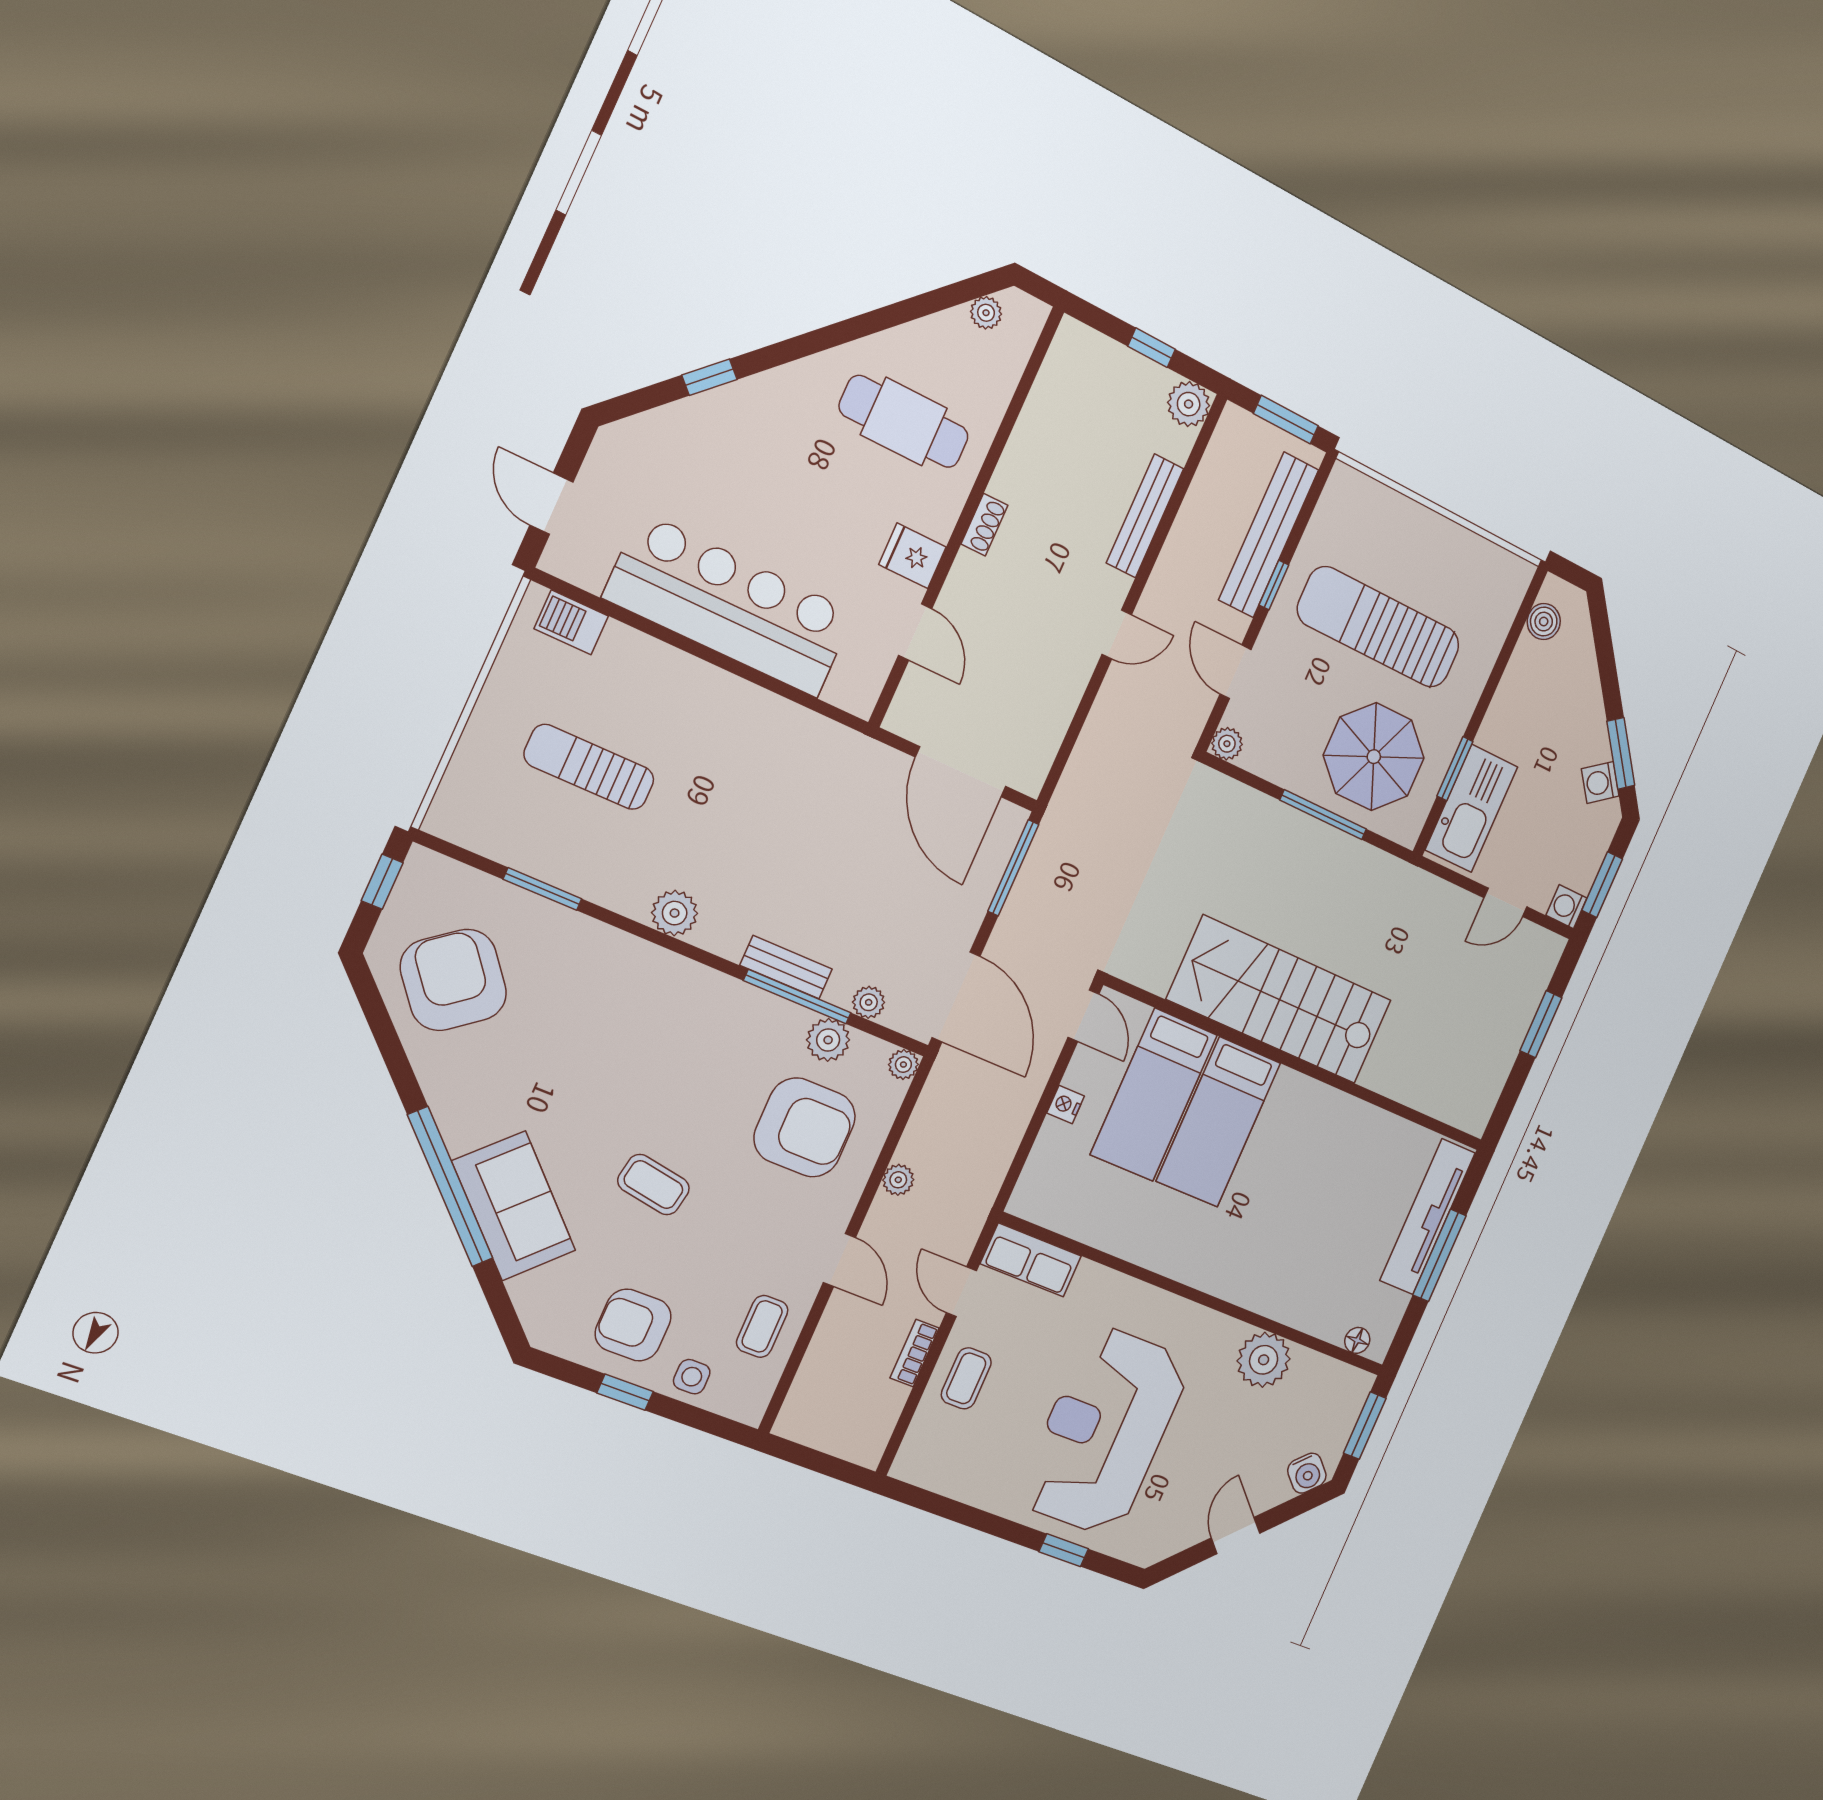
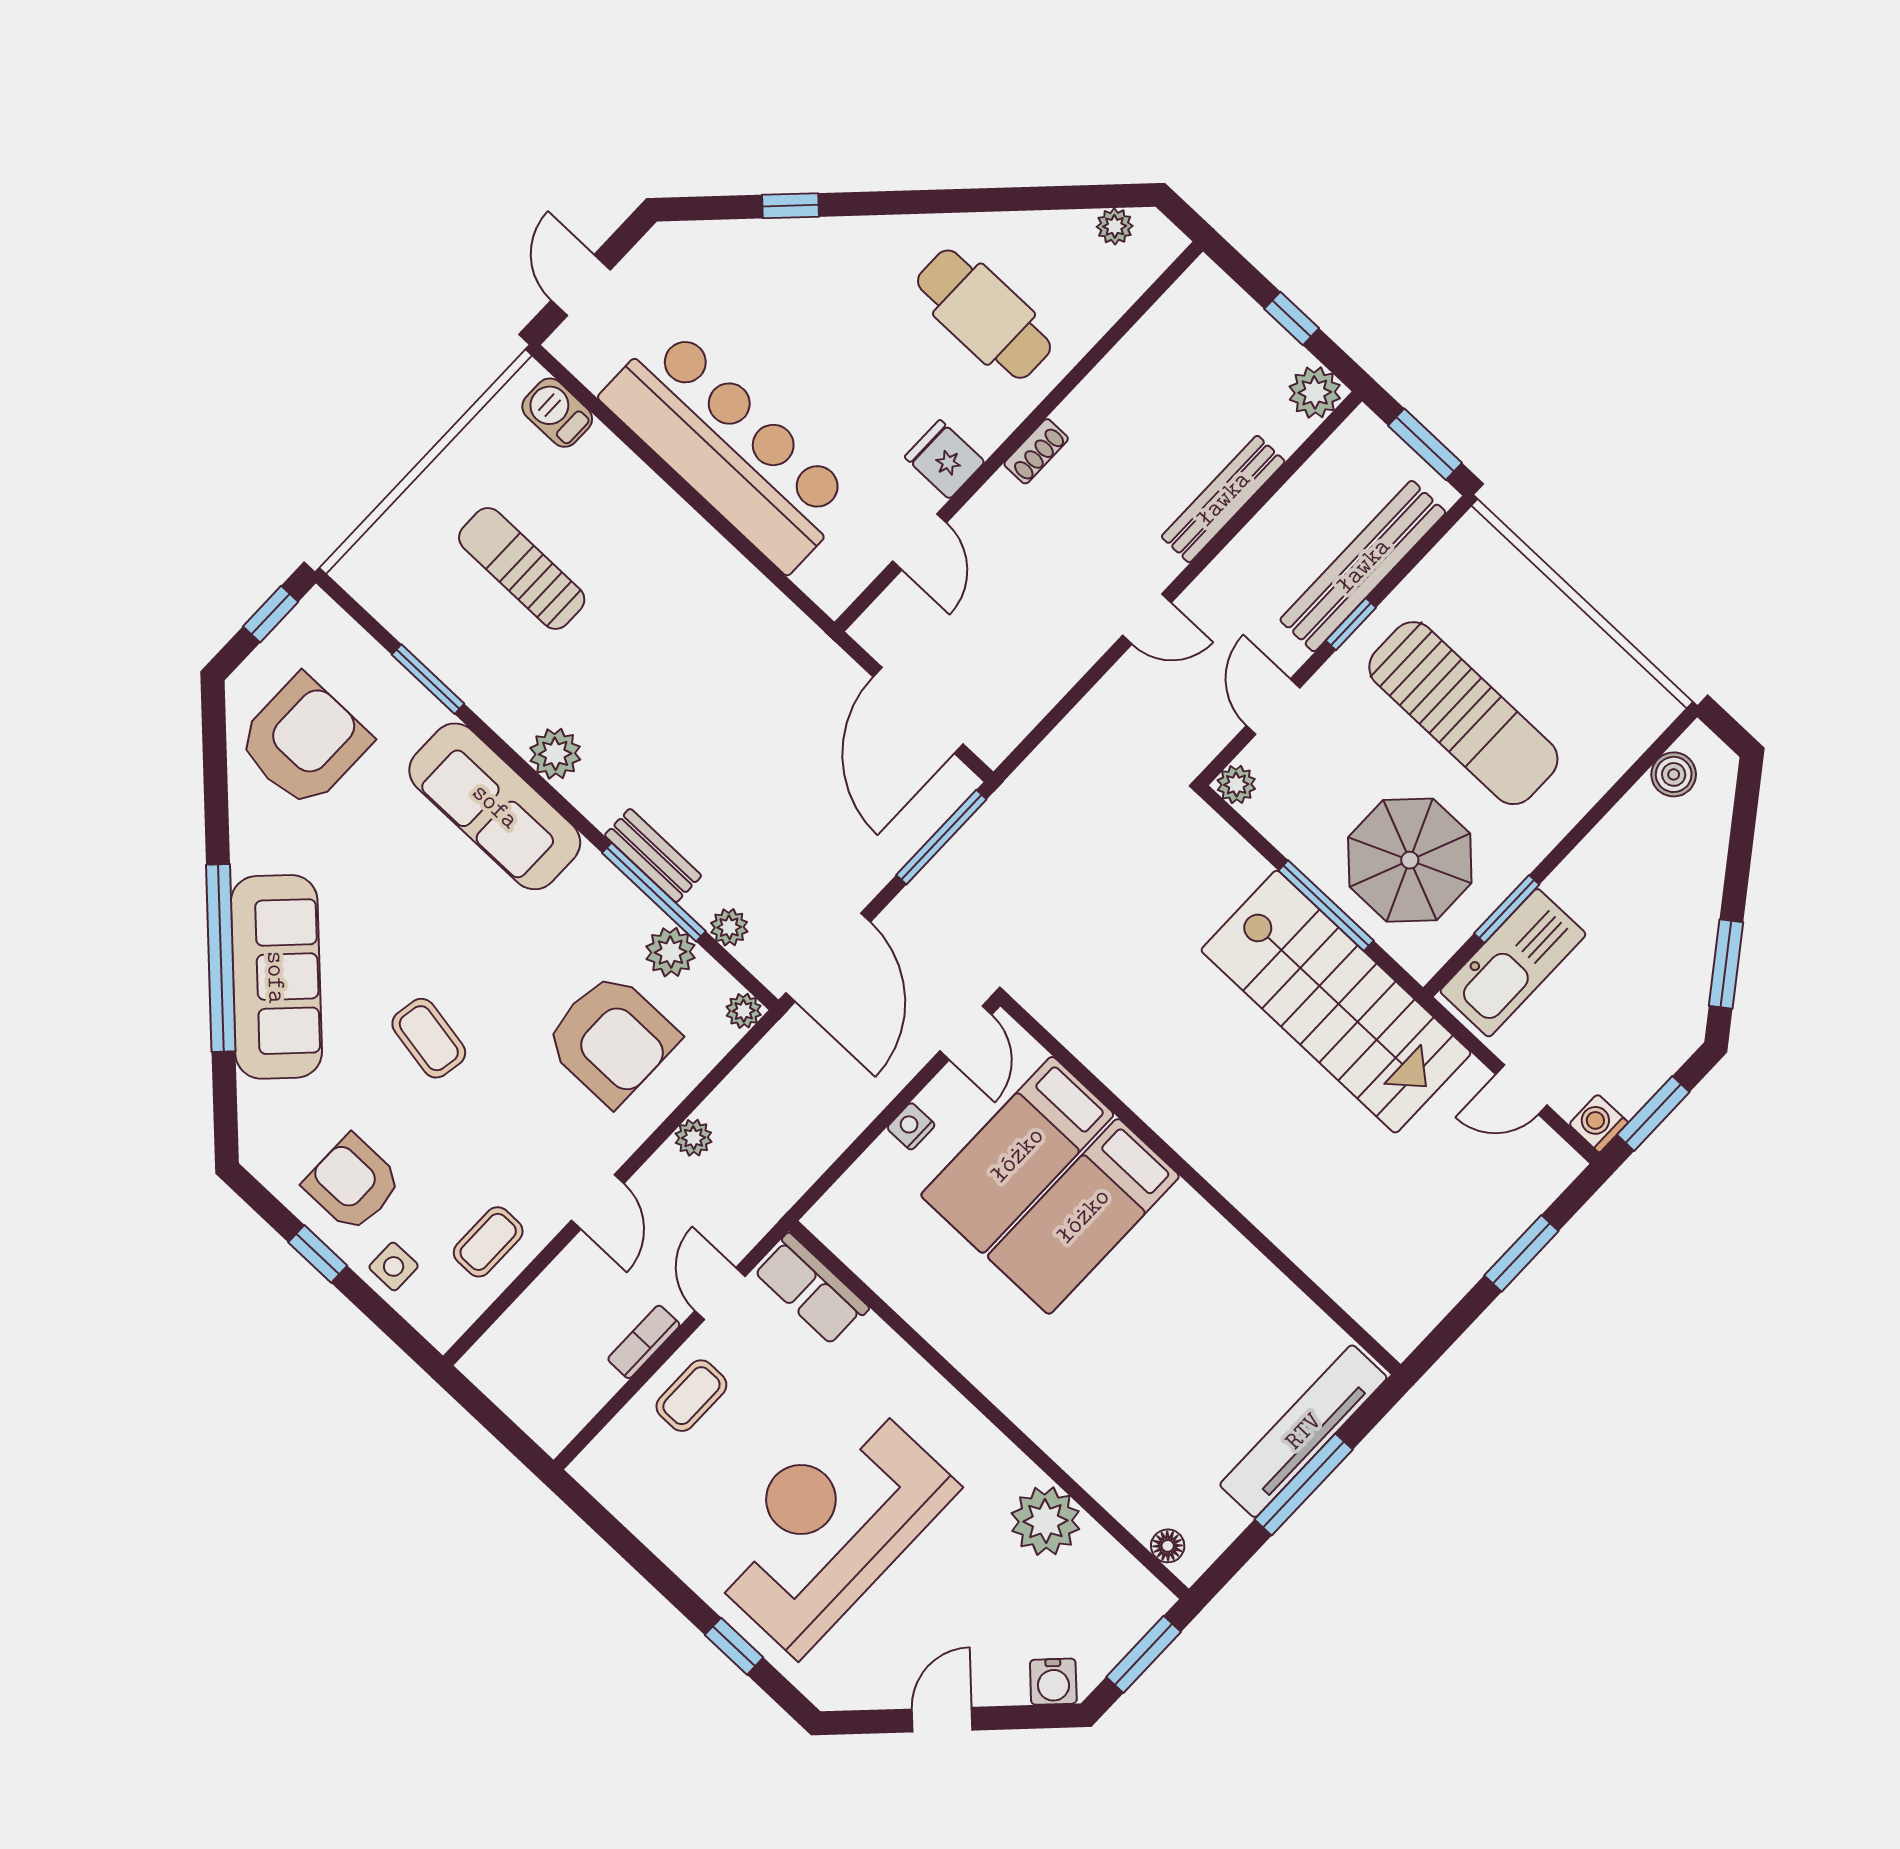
sun lounger: (1379, 627) -> (1463, 713), turned 180
washing machine: (1600, 782) -> (1688, 990), removed
sofa: (639, 975) -> (495, 806), added
armchair: (453, 980) -> (304, 741), turned 38
stairs: (1280, 1000) -> (1336, 1002), moved, turned 180
sofa: (514, 1206) -> (276, 977), width x1.36

